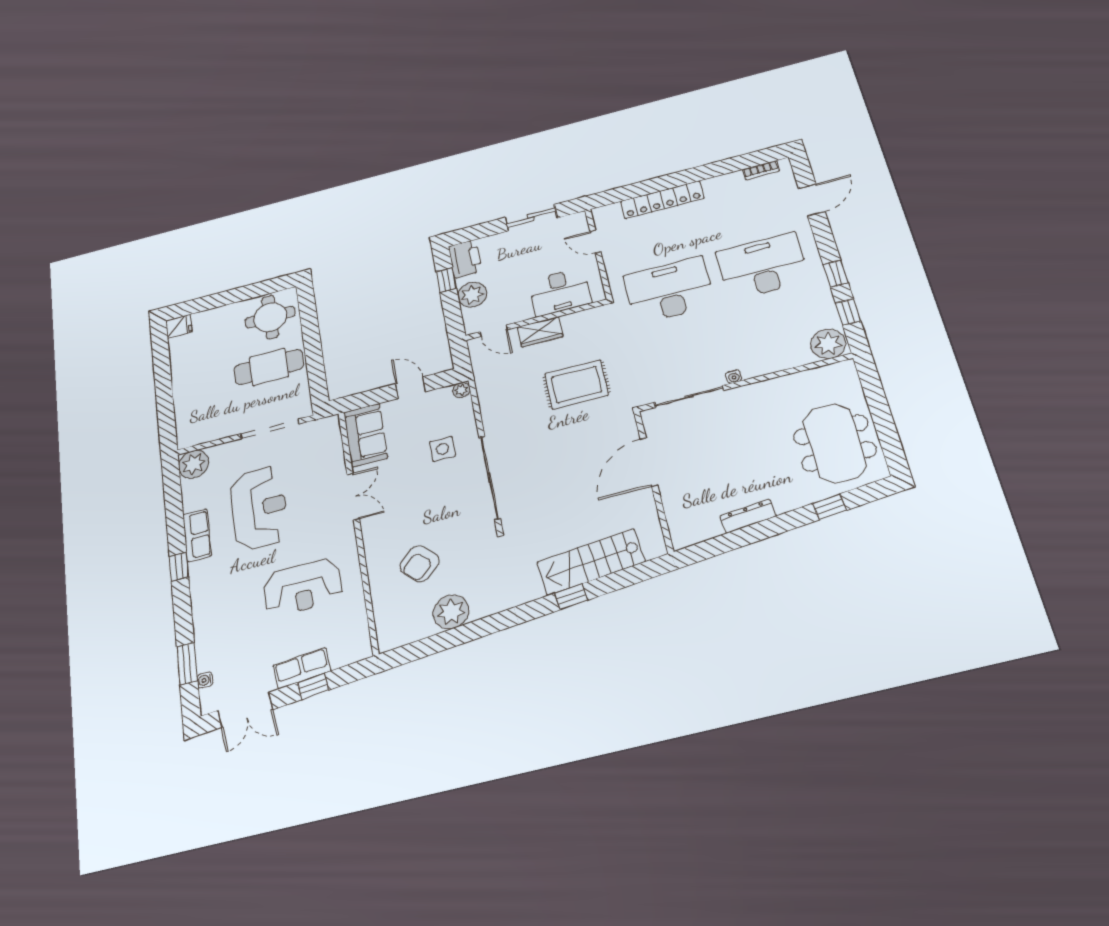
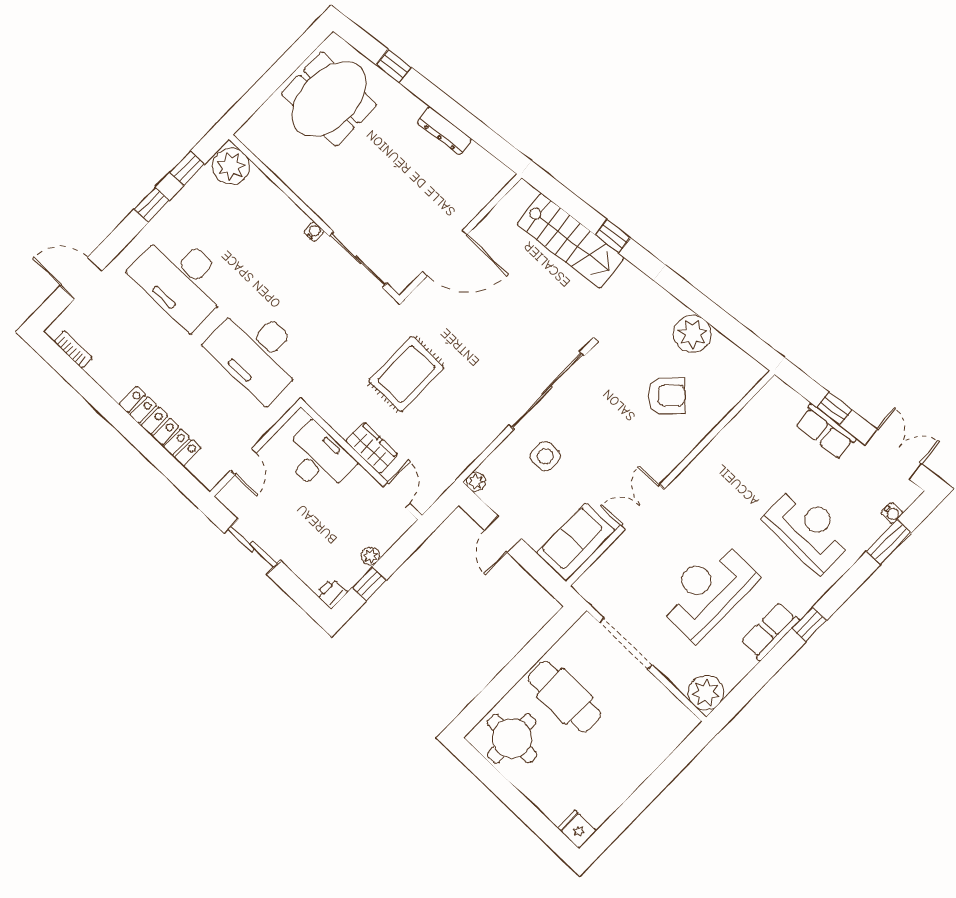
printer: (465, 259) -> (332, 593), width x0.53, depth x0.68
plant: (472, 295) -> (371, 556), width x0.53, depth x0.53
rug: (576, 384) -> (406, 374), turned 90
reception desk: (303, 587) -> (808, 530), moved

